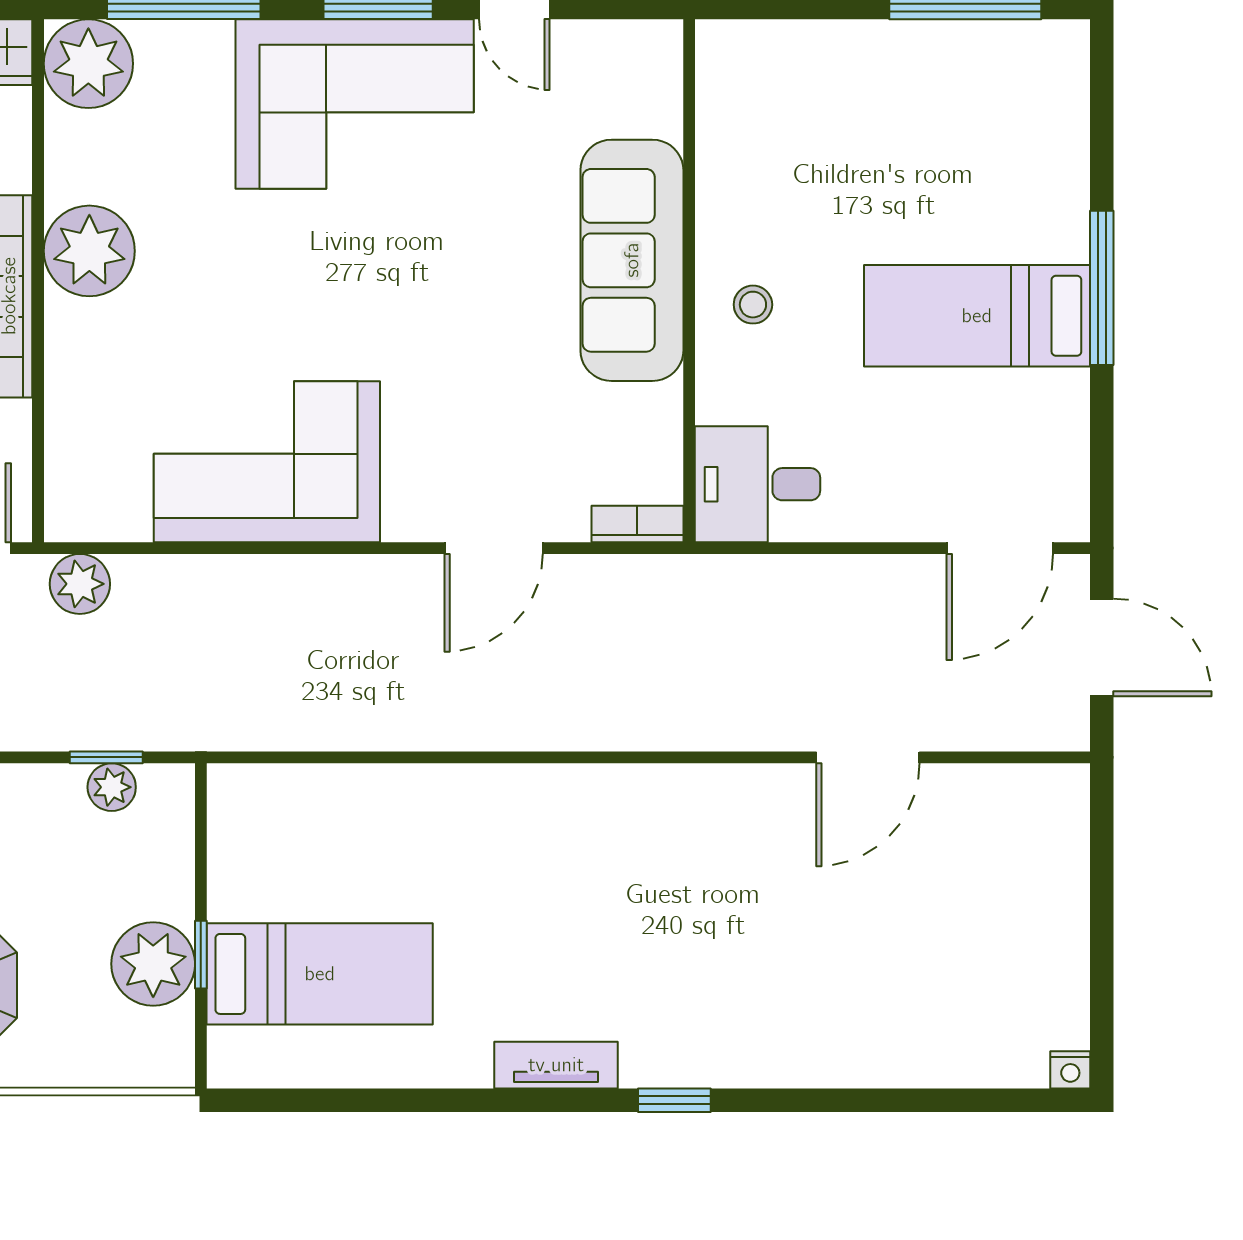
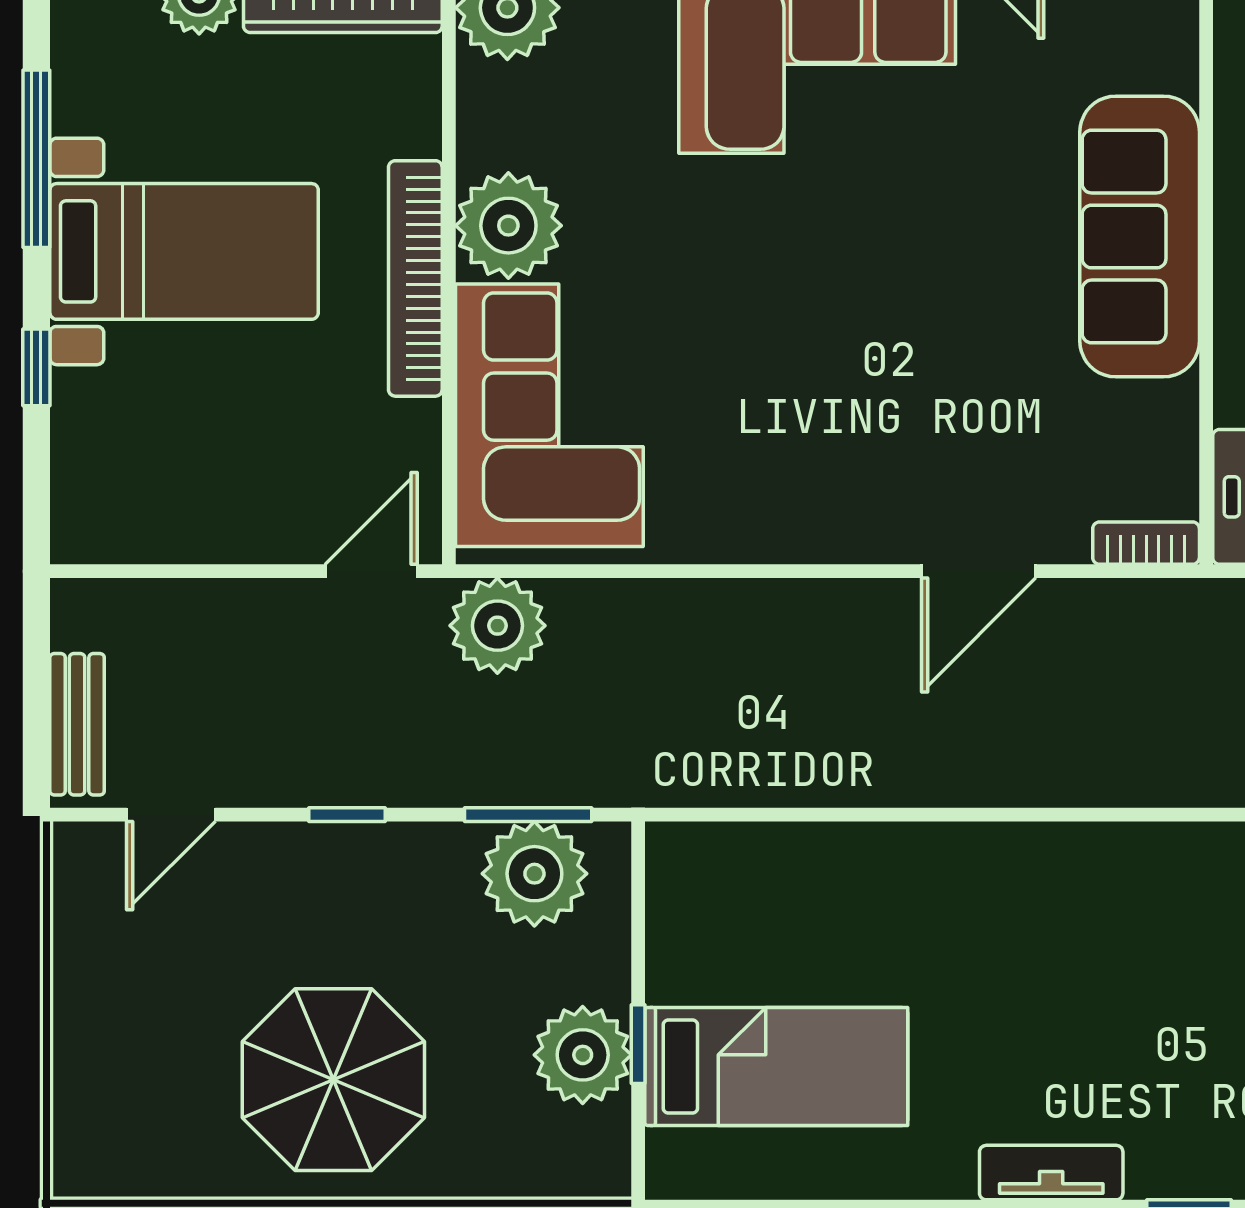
corner sofa: (267, 462) -> (549, 415), moved, turned 90
plant: (80, 584) -> (497, 626), width x1.36, depth x1.36
window: (106, 757) -> (528, 815), width x1.50
plant: (112, 787) -> (534, 874), width x1.87, depth x1.87

